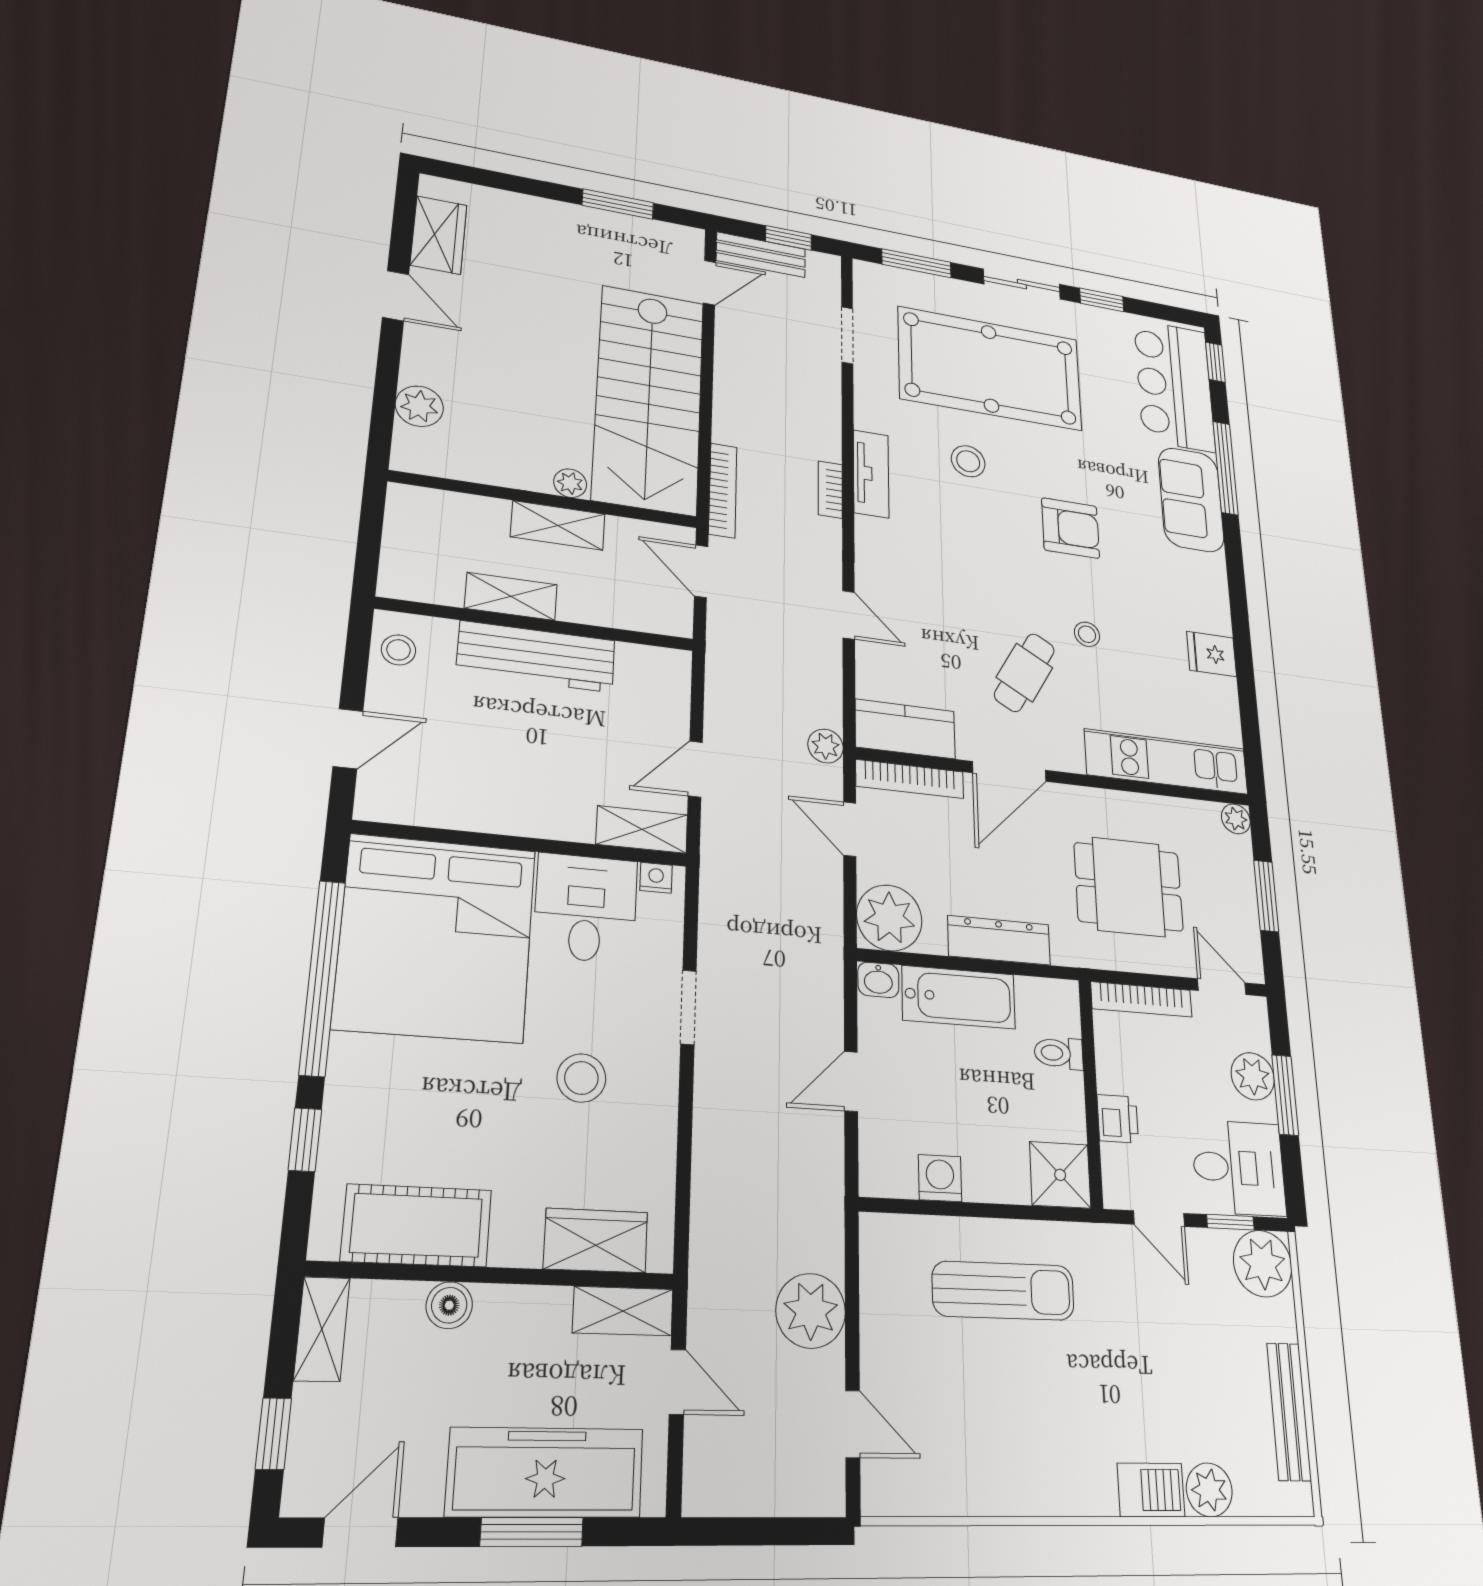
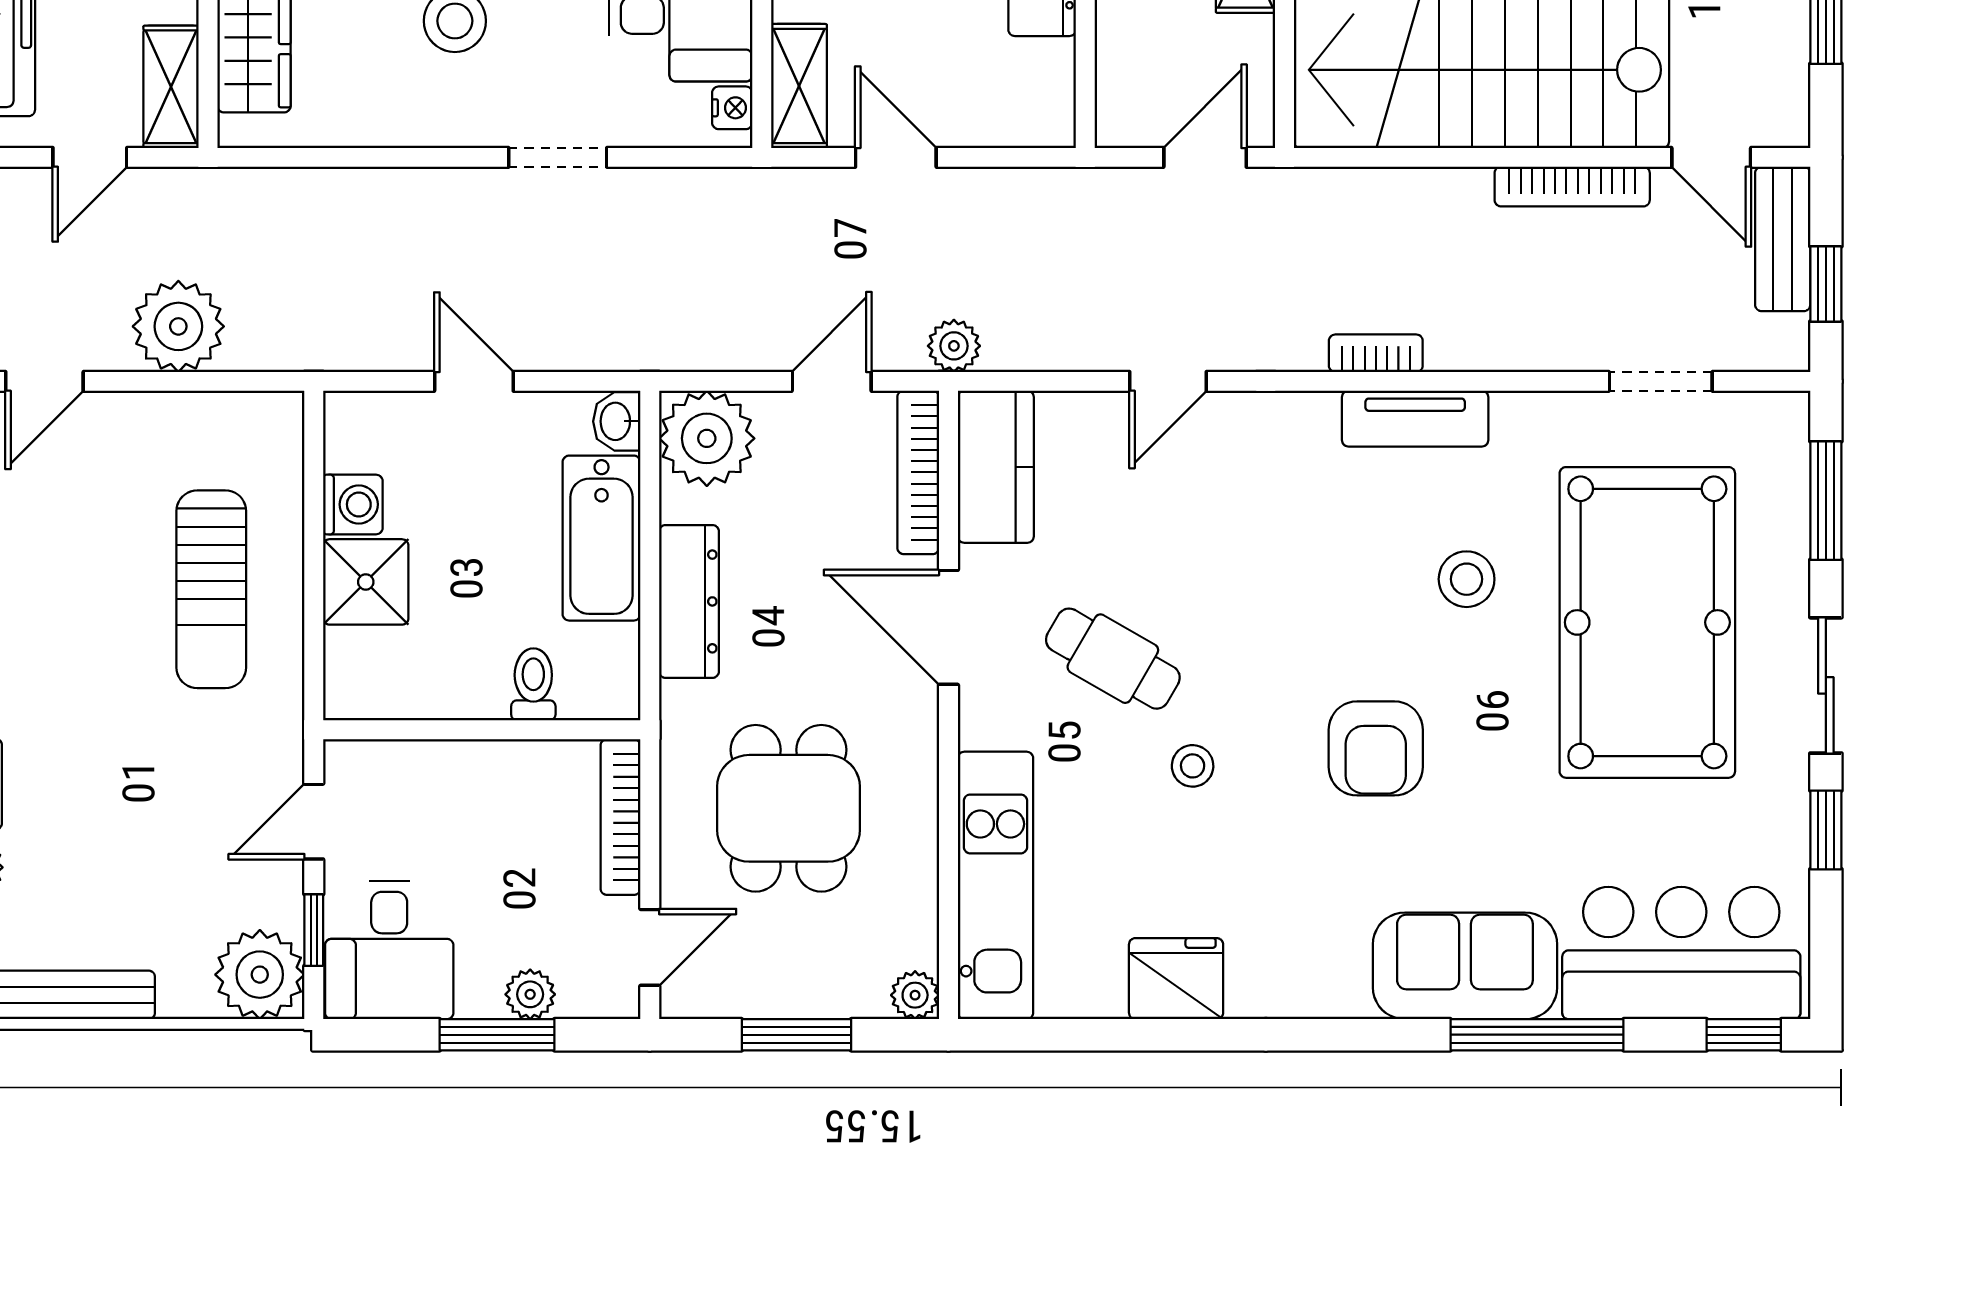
bookcase: (723, 490) -> (1572, 187), moved
fridge: (1212, 654) -> (1176, 979), width x1.38
plant: (1253, 1076) -> (530, 994), width x0.73, depth x0.73
printer: (1118, 1119) -> (447, 768), removed
shower: (1060, 1175) -> (366, 582), moved

